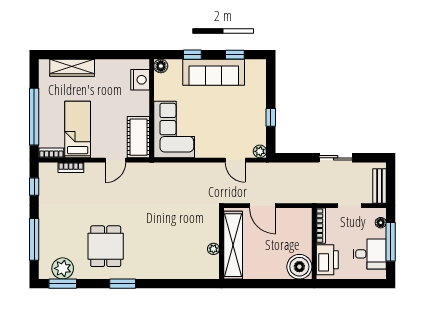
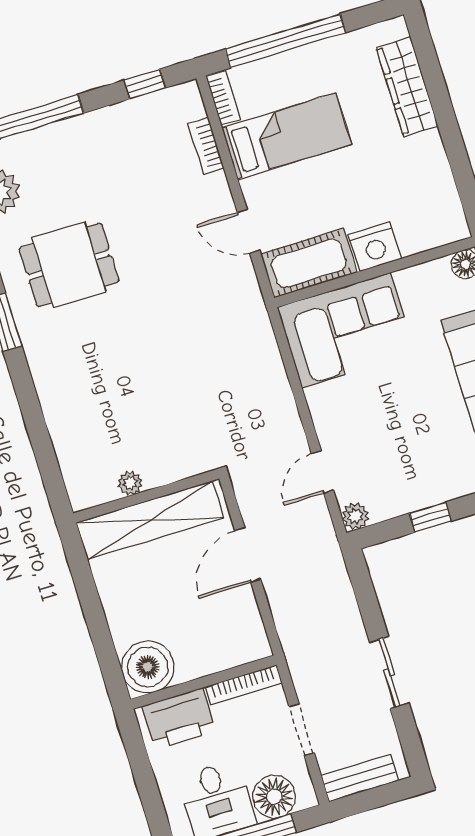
nightstand: (140, 80) -> (375, 247), moved
floor lamp: (381, 223) -> (274, 797), width x1.89, depth x1.89

